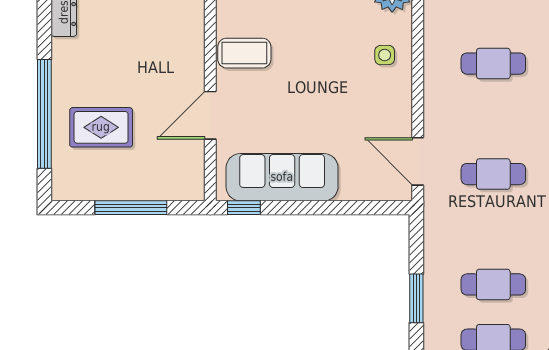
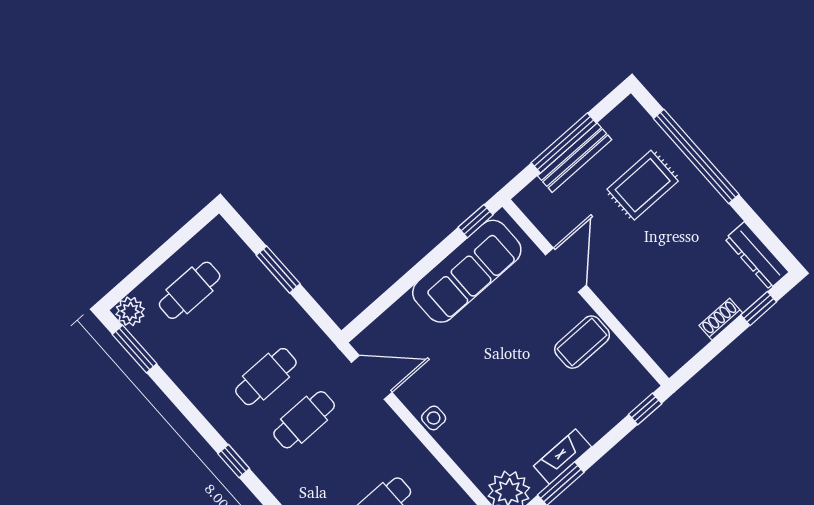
side table: (385, 55) -> (434, 418), moved
bench: (132, 190) -> (575, 158), added
cafe table: (493, 284) -> (266, 377), moved

